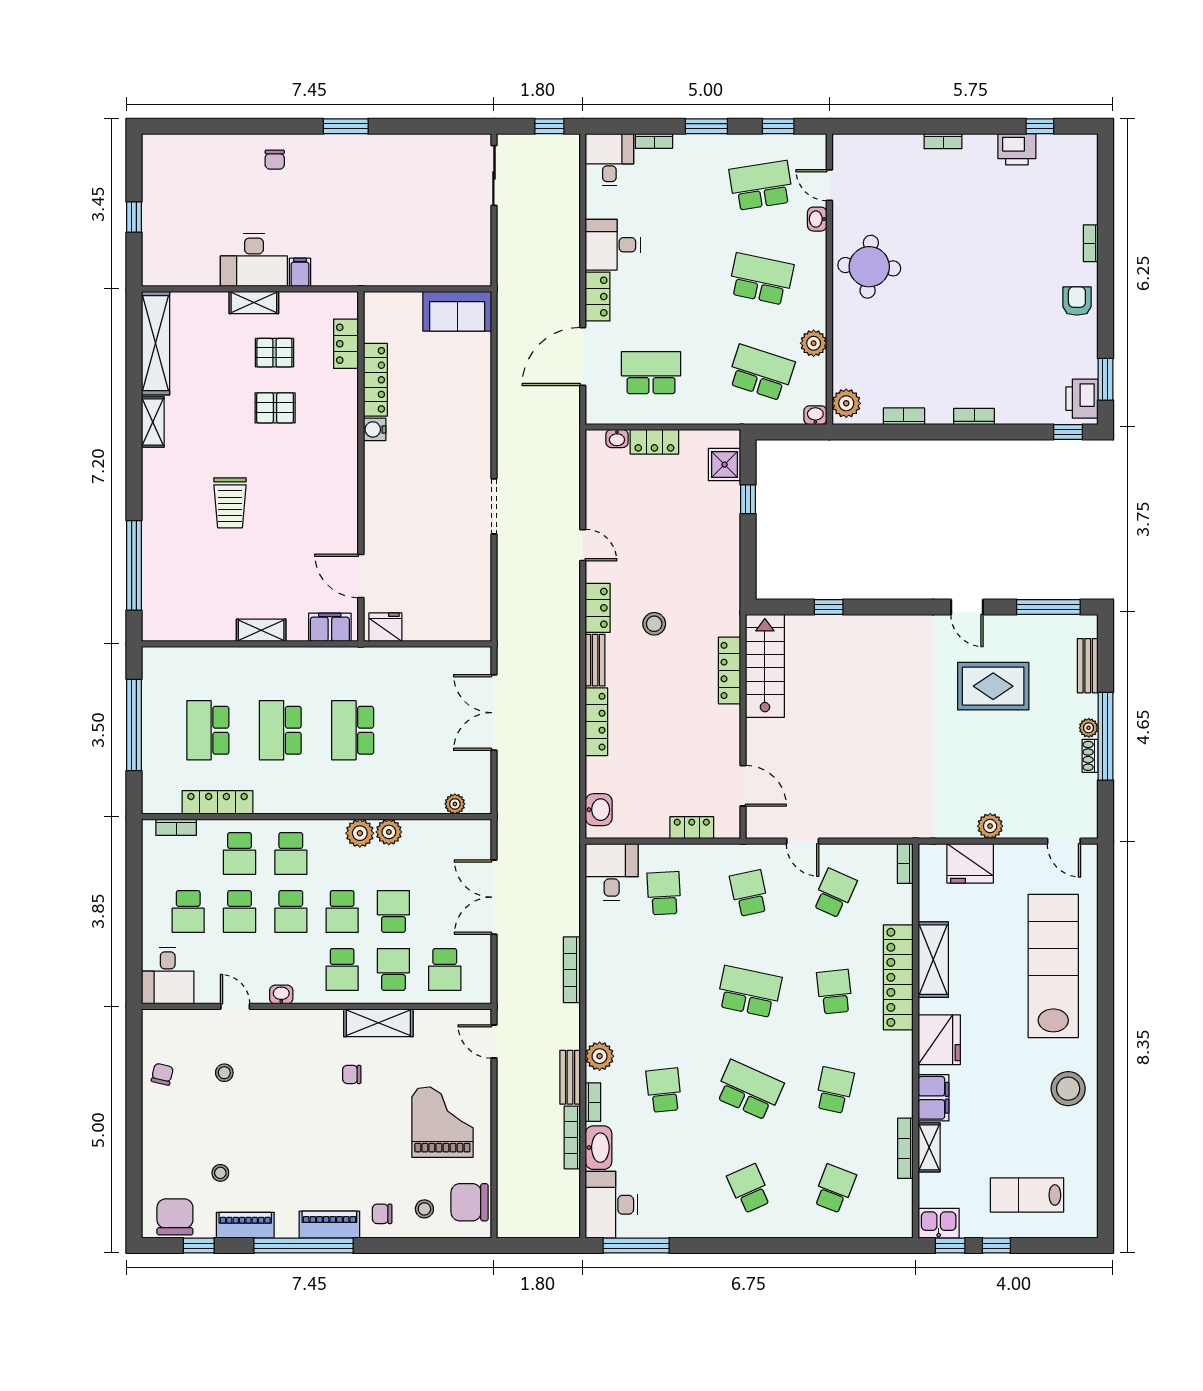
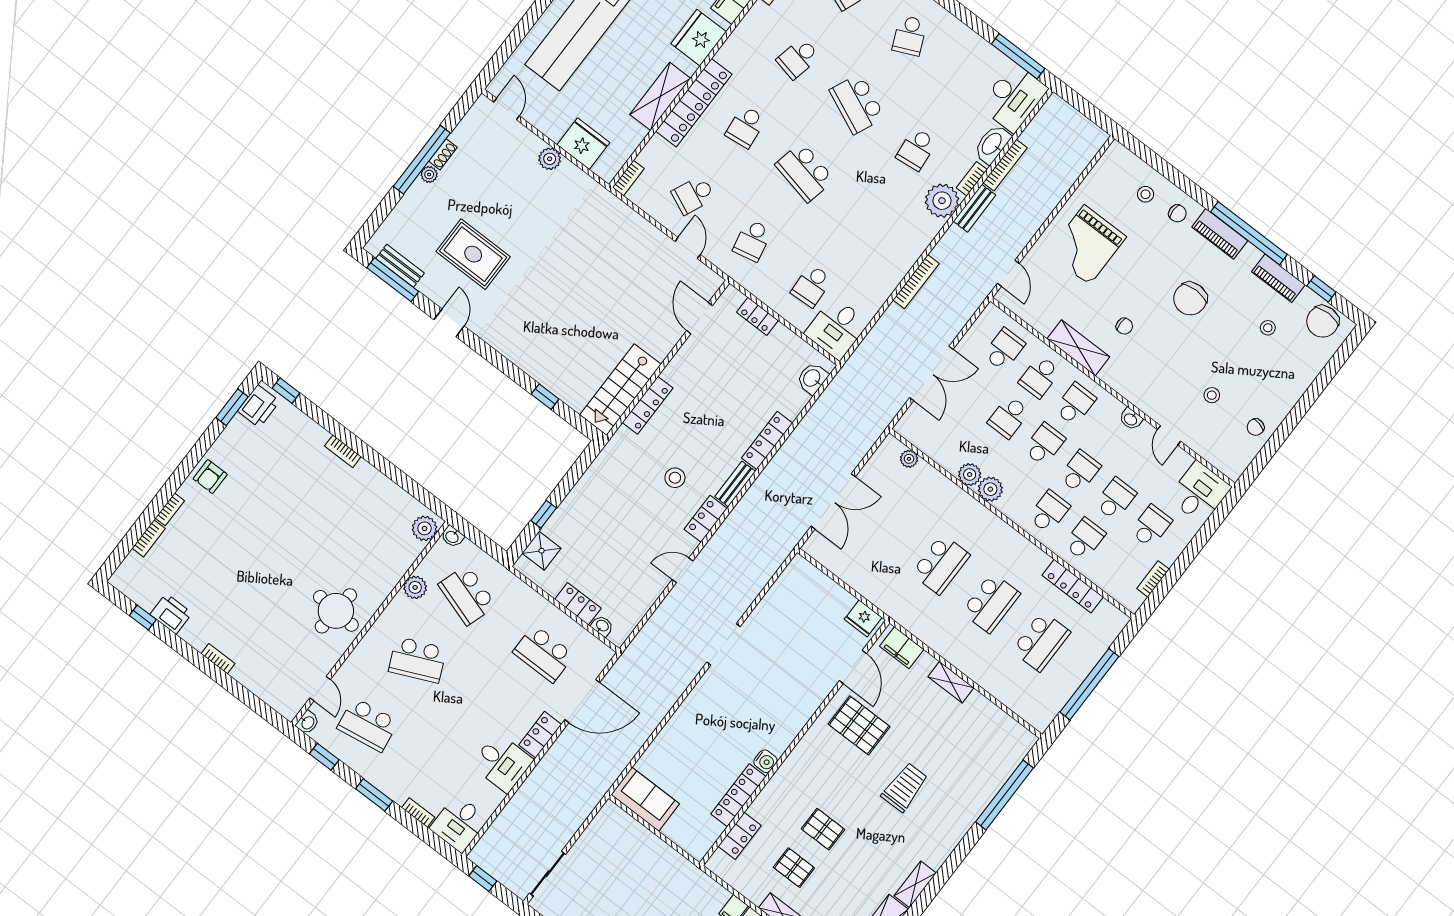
washbasin: (817, 219) -> (308, 723), moved
school desk: (761, 279) -> (417, 660), turned -36
bookcase: (904, 416) -> (149, 538), moved, turned -90
pallet: (314, 527) -> (859, 725), added
door: (583, 545) -> (683, 570), hinge flipped
bench: (1088, 666) -> (400, 266), moved, turned 90
bookcase: (176, 827) -> (1153, 579), moved, turned -90
plant: (600, 1056) -> (942, 201), width x1.36, depth x1.36
chair: (470, 1202) -> (1190, 299), moved, turned 90

